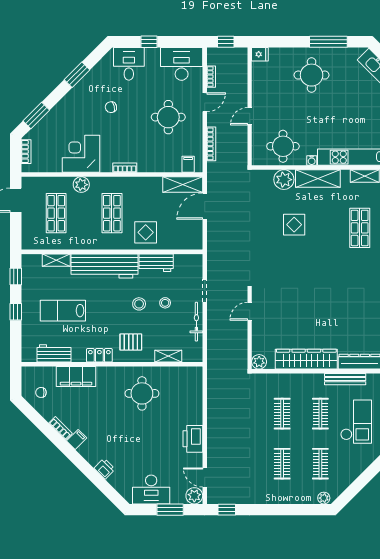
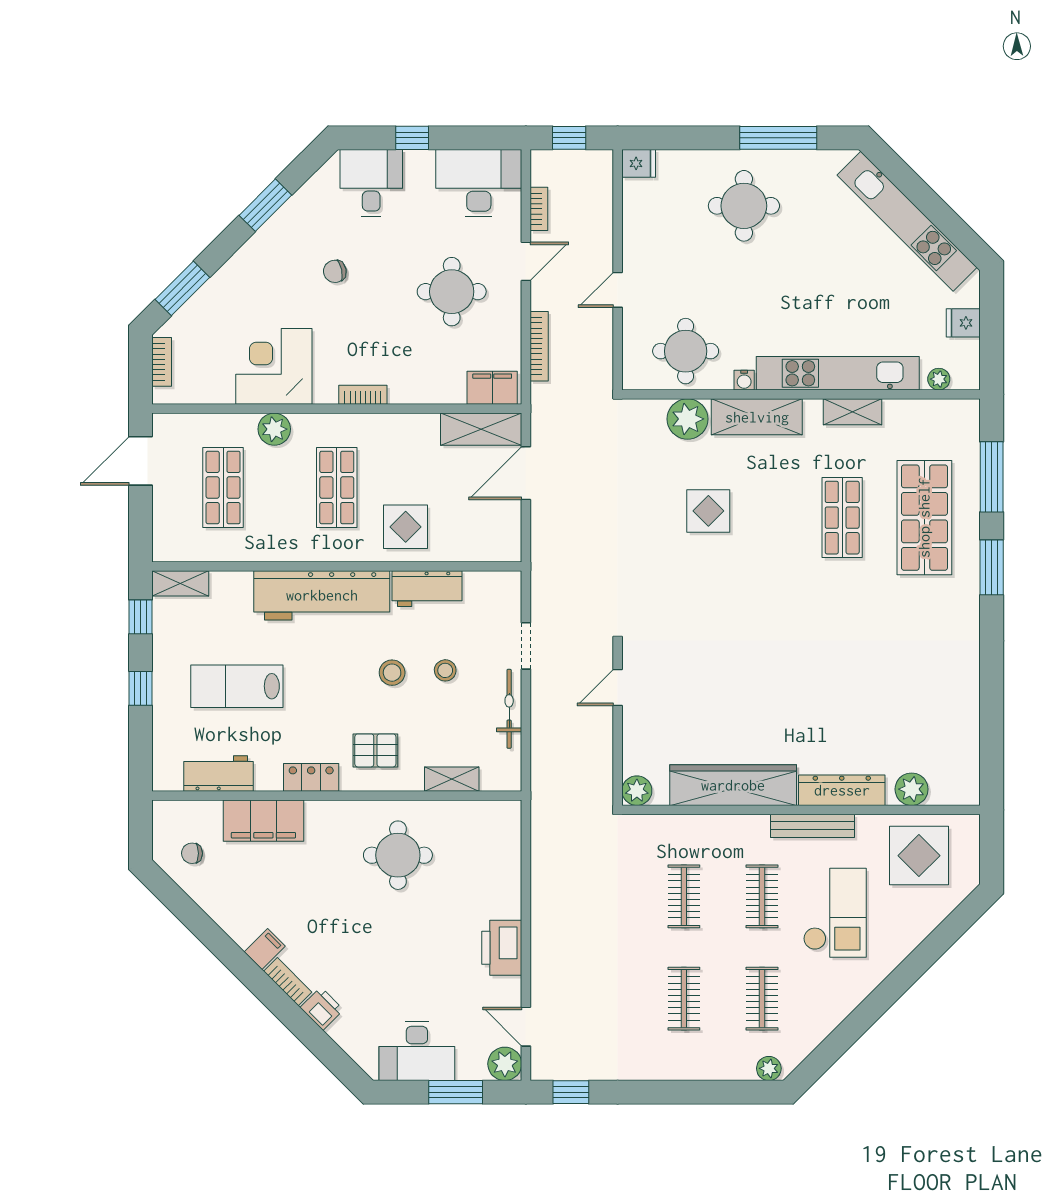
filing cabinet: (188, 164) -> (492, 388), width x2.00
shelving: (56, 260) -> (180, 583), moved
bookcase: (61, 428) -> (288, 982), moved

